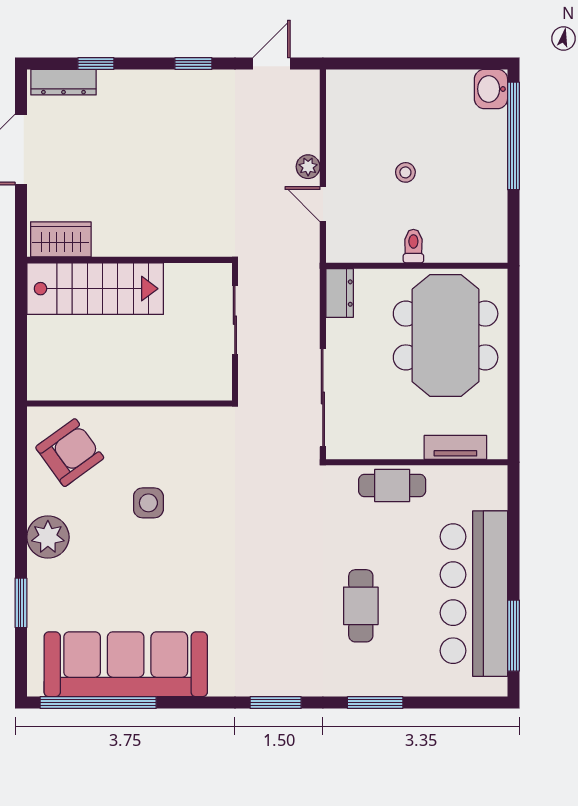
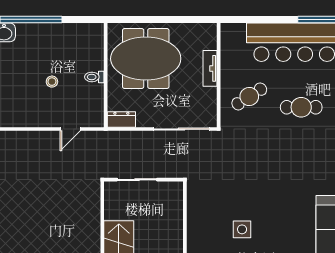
plant: (308, 167) -> (49, 138), removed
tv unit: (455, 447) -> (210, 68), moved
cafe table: (392, 485) -> (249, 96), moved, turned 57

